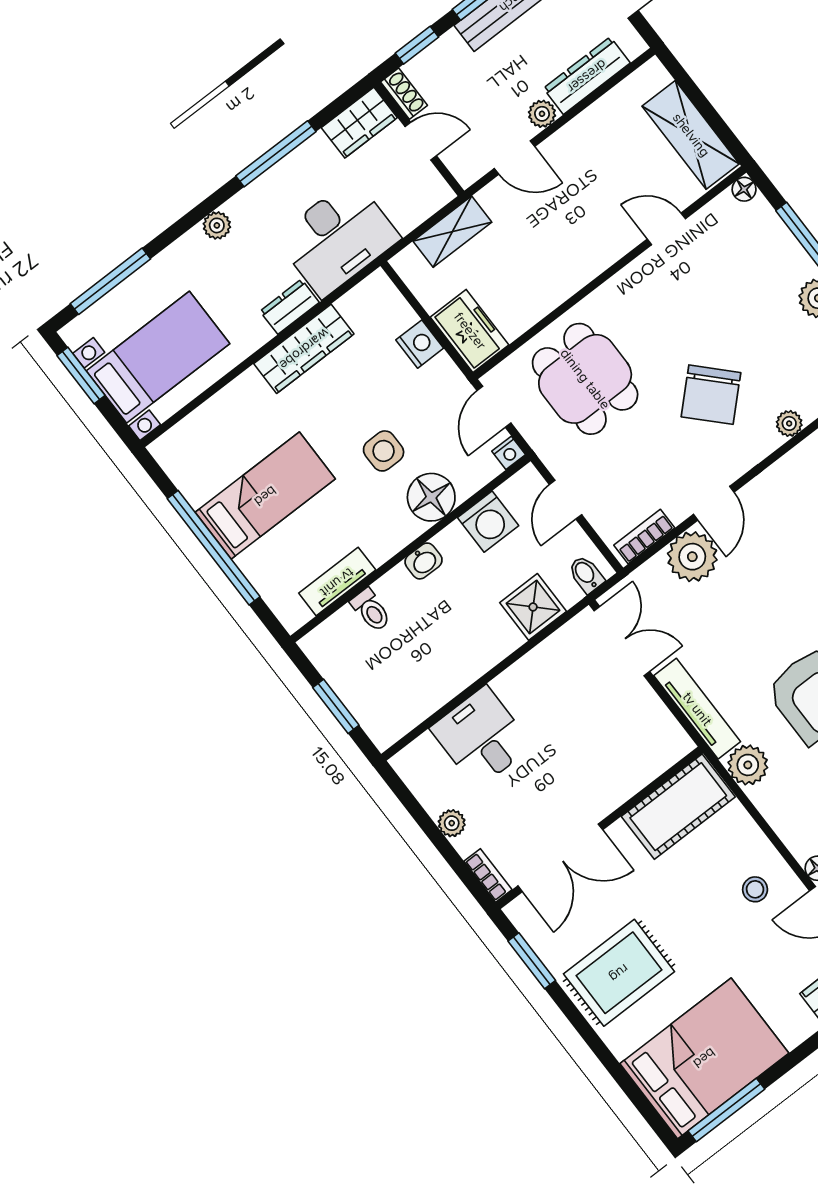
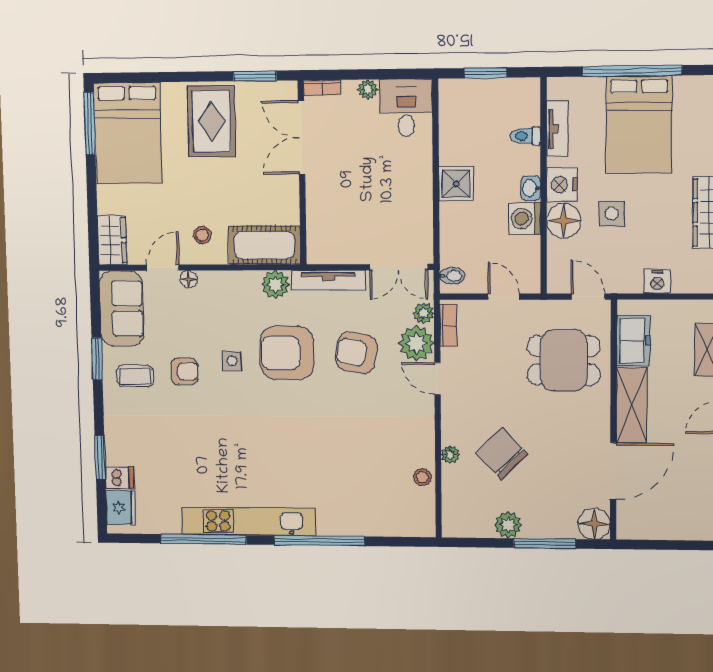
shelving: (691, 135) -> (632, 405), moved, turned 90
floor lamp: (744, 189) -> (594, 524), width x1.89, depth x1.89
door: (666, 229) -> (613, 471), width x1.87
freezer: (470, 331) -> (633, 341), moved, turned -90
chair: (711, 395) -> (502, 454), moved
nightstand: (509, 453) -> (562, 185), moved, width x1.89, depth x1.79
bed: (265, 496) -> (639, 125), width x1.50
washing machine: (488, 522) -> (525, 219), moved
plant: (652, 574) -> (424, 313), added
shower: (533, 607) -> (456, 184), moved
armchair: (755, 616) -> (356, 353), added
desk: (481, 737) -> (406, 108), moved, turned -90
cot: (678, 807) -> (264, 245), moved, turned 90

